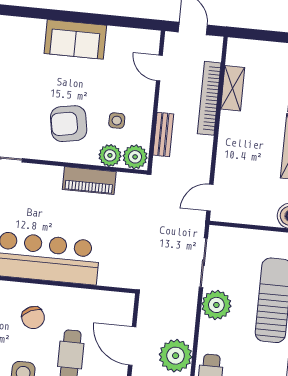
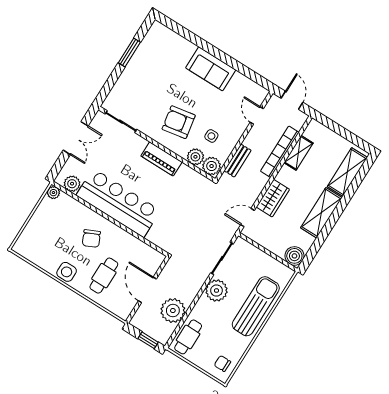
wardrobe: (229, 159) -> (273, 198), added
piano: (89, 181) -> (161, 159), moved

